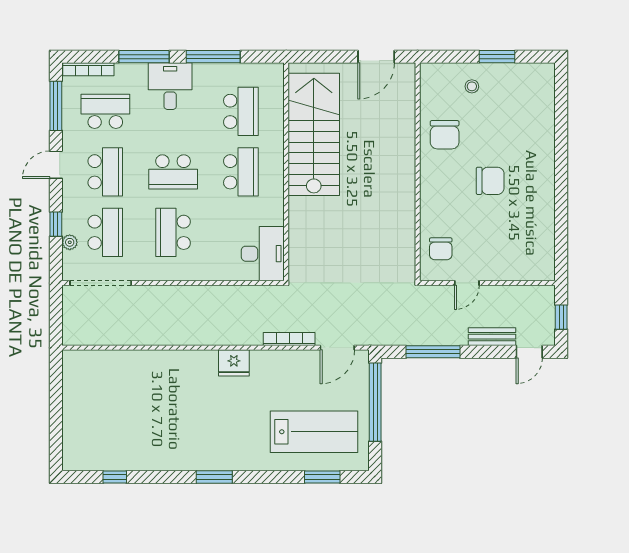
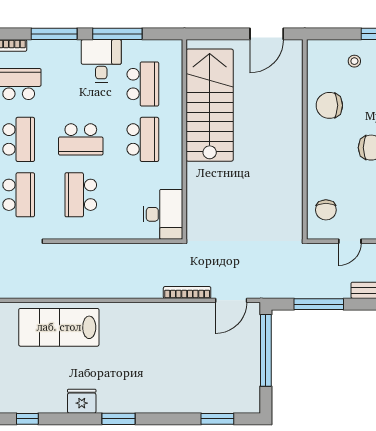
desk: (170, 86) -> (101, 61), moved
chair: (445, 135) -> (329, 105), turned 90
fridge: (234, 363) -> (82, 401), moved, turned 180
lab bench: (314, 432) -> (59, 327), moved, turned 180

